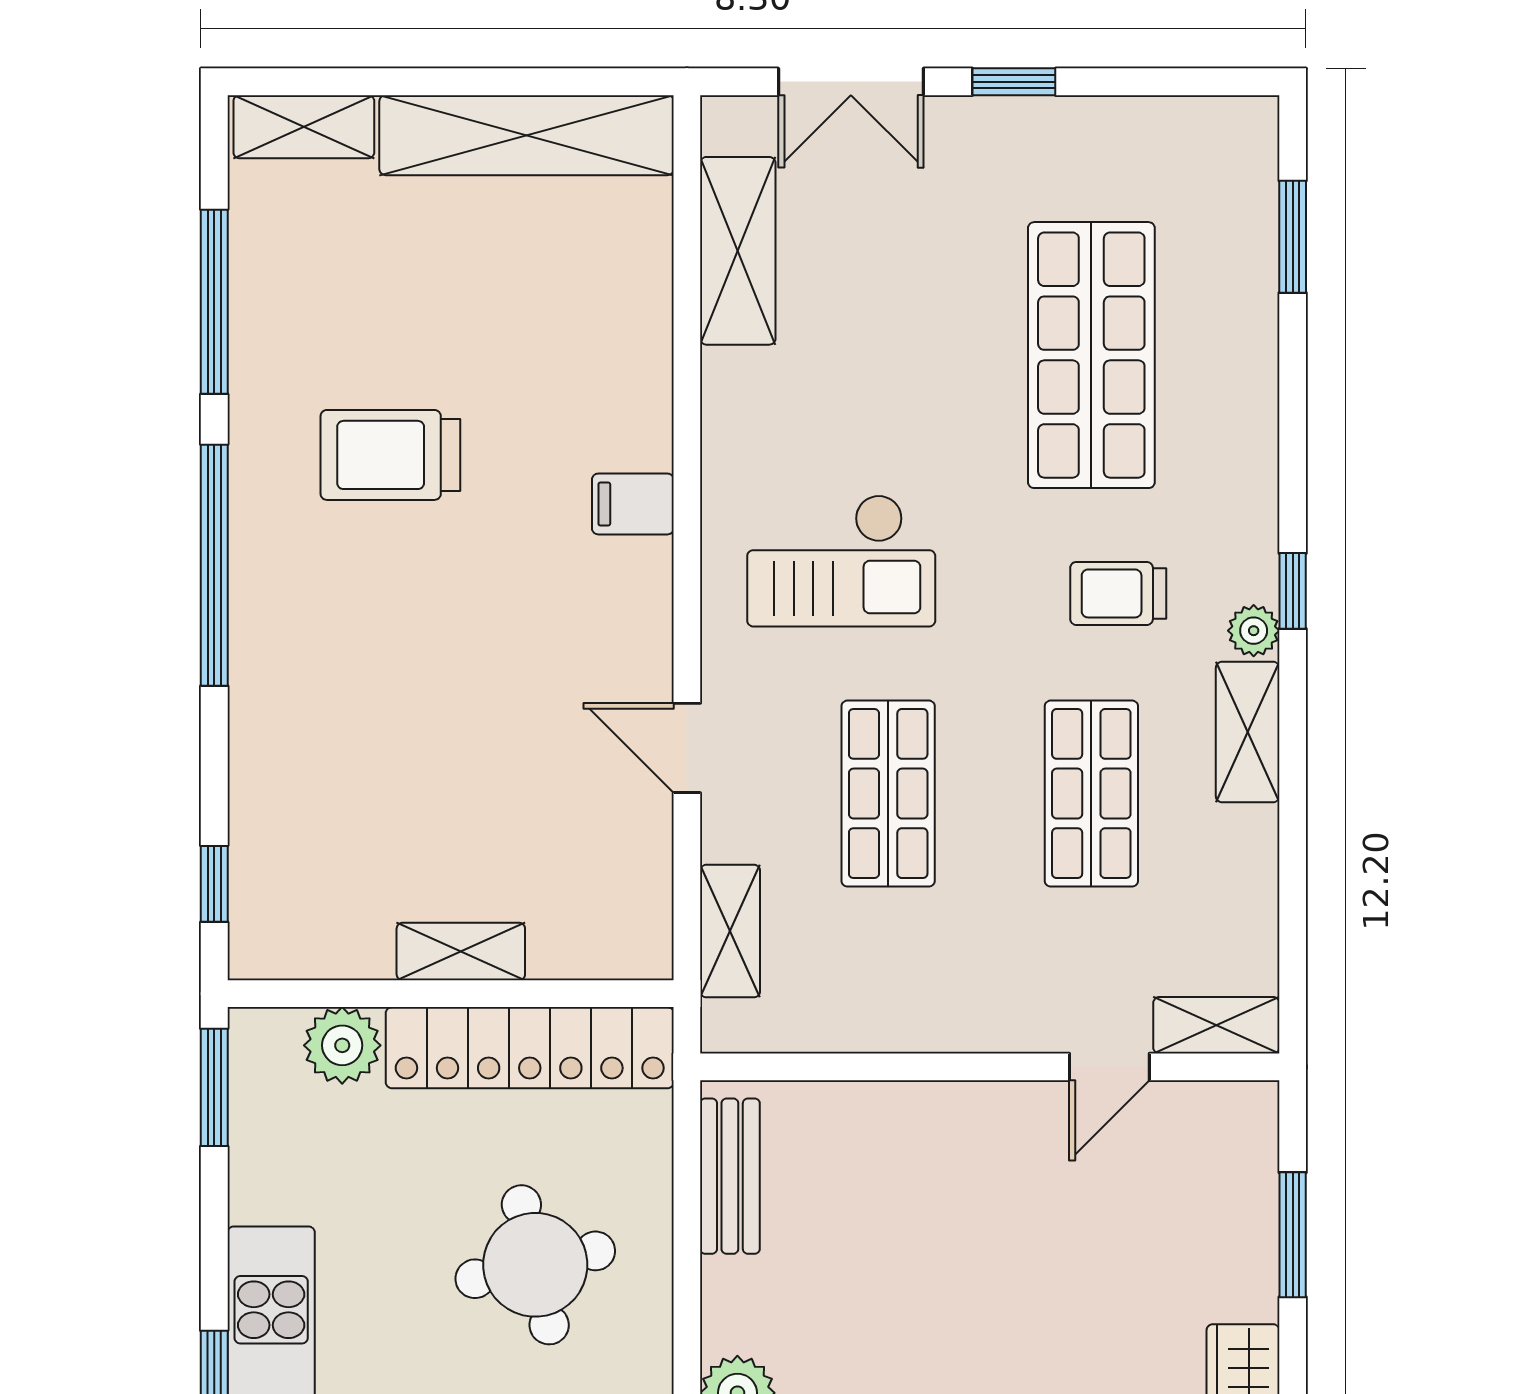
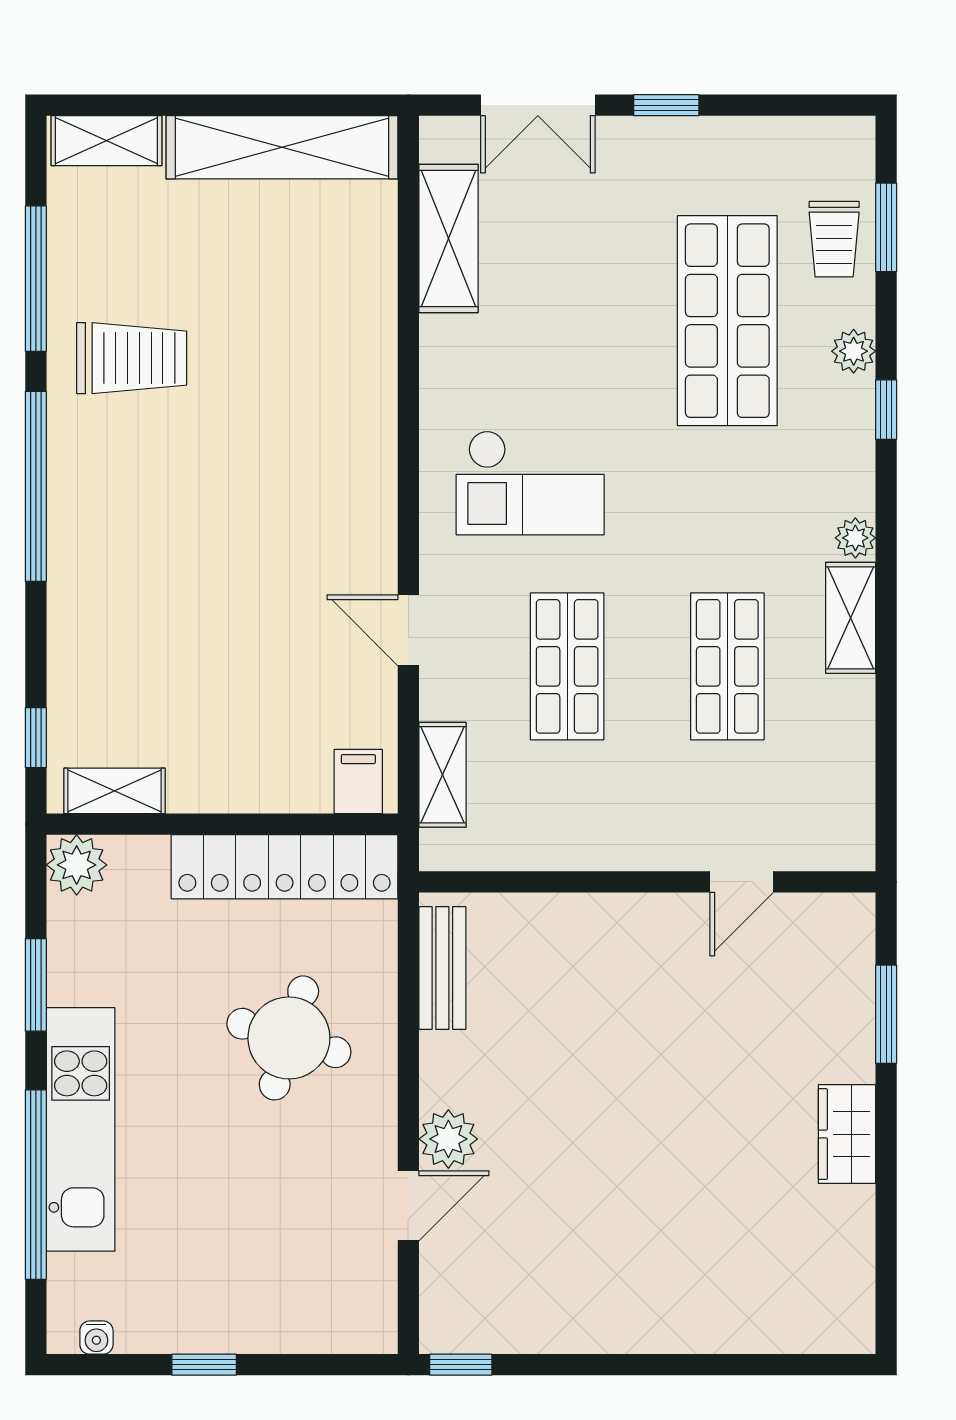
plant: (1251, 394) -> (854, 351), added
trolley: (390, 455) -> (132, 358), moved, turned 180
filing cabinet: (633, 504) -> (358, 782), moved, turned 90
window: (1293, 591) -> (886, 410), moved
trolley: (1118, 593) -> (834, 239), moved, turned -90
shelving: (461, 951) -> (115, 791), moved
shelving: (1216, 1025) -> (826, 849), removed
plant: (342, 1045) -> (77, 865), moved
window: (214, 1087) -> (36, 985), moved
round table: (535, 1265) -> (289, 1038), turned 30

